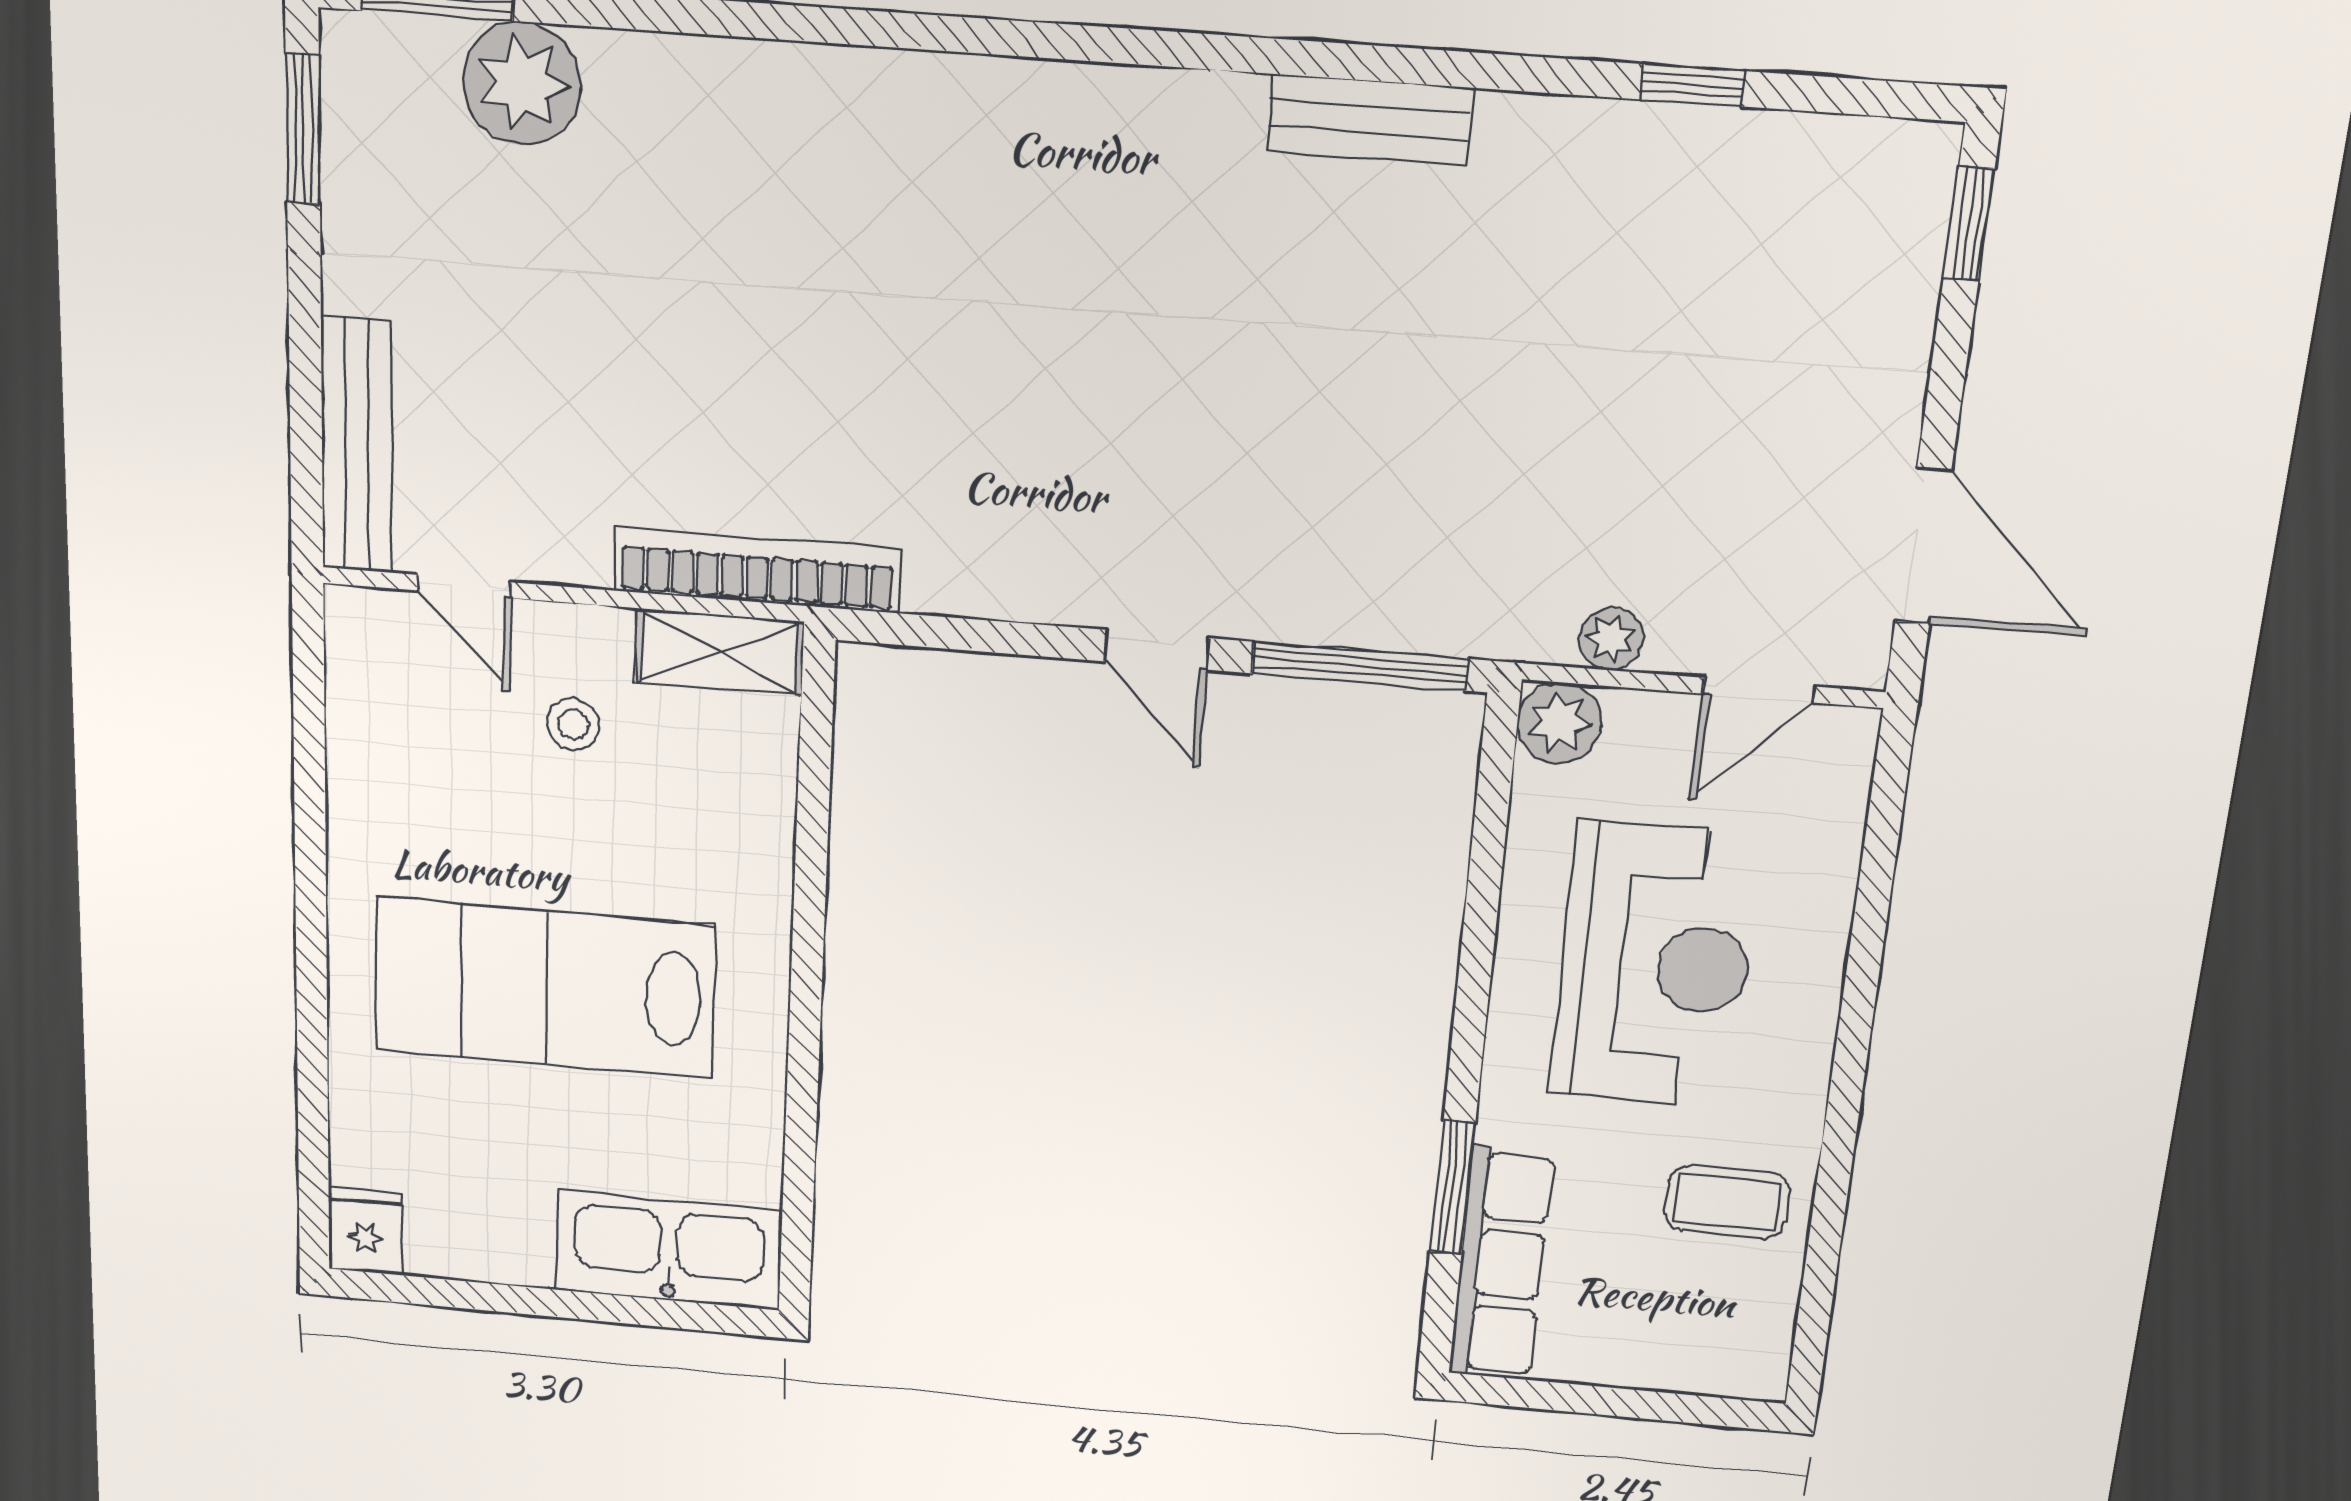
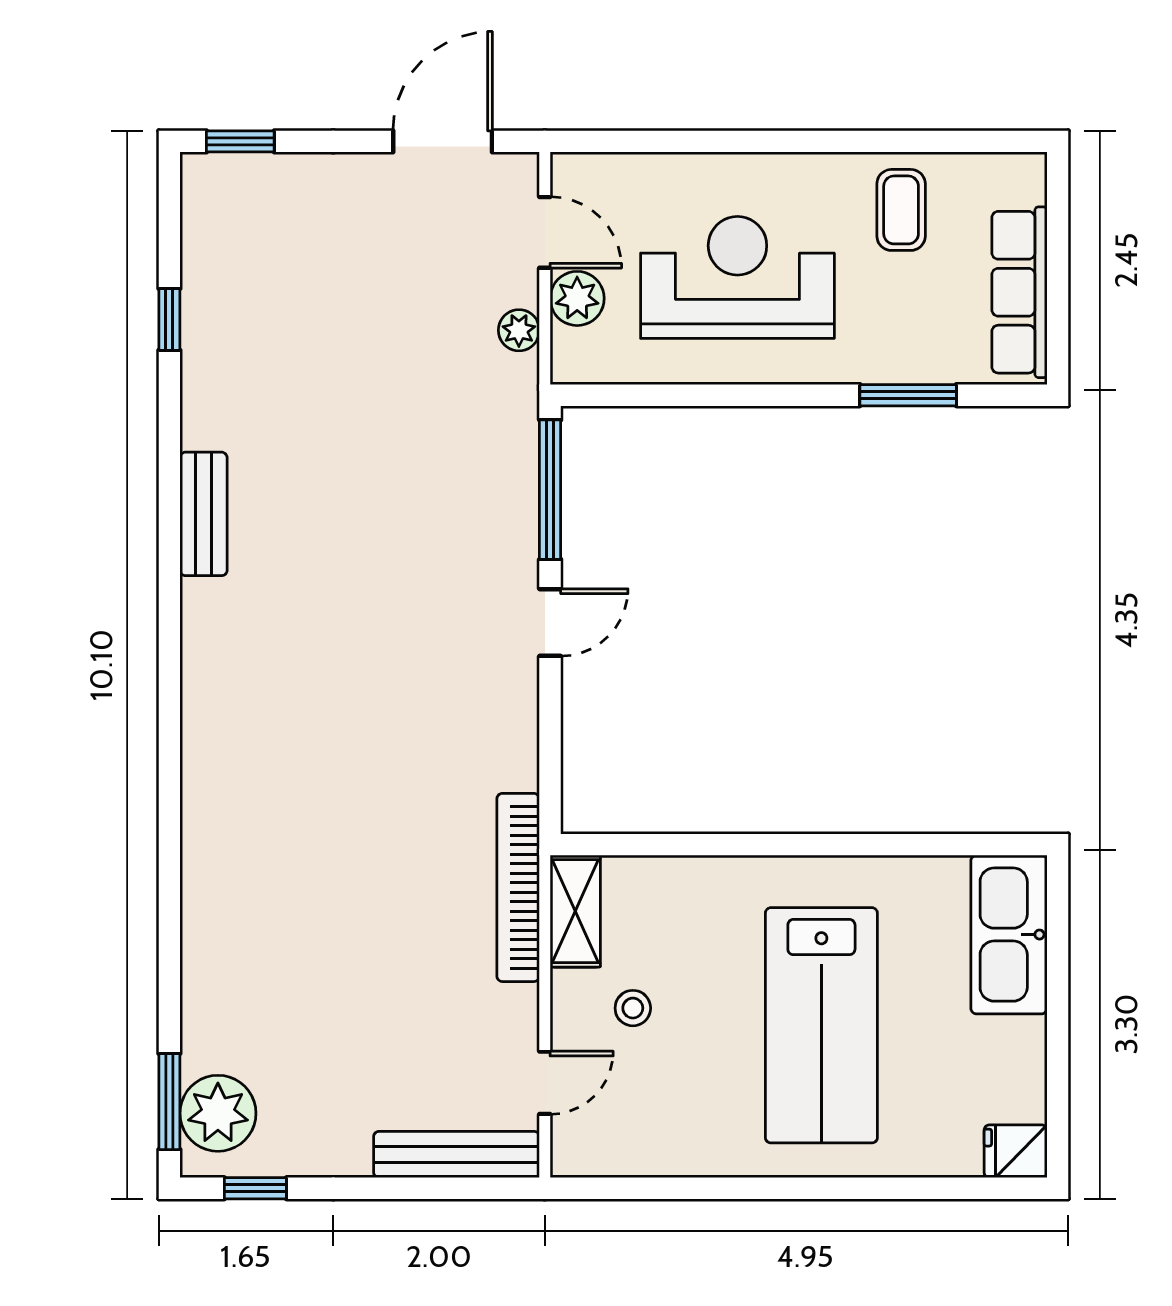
plant: (522, 84) -> (218, 1113), moved
window: (303, 128) -> (255, 1188), width x0.67
plant: (1559, 723) -> (577, 298), moved
row of seats: (1501, 1264) -> (1019, 292), moved, turned -90

